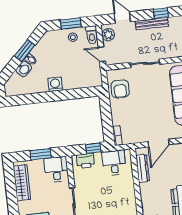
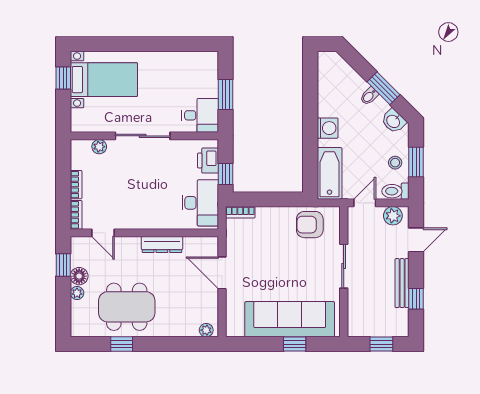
washbasin: (24, 69) -> (393, 121), moved
bathtub: (85, 80) -> (330, 173), added
desk: (114, 163) -> (200, 203), width x1.37
dresser: (143, 168) -> (162, 245), moved
wardrobe: (22, 183) -> (186, 61), removed

